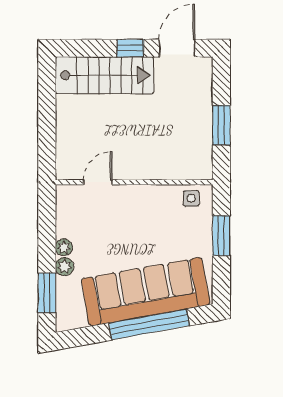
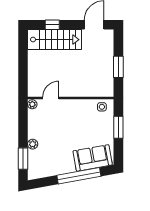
window: (130, 48) -> (52, 25), moved
plant: (64, 247) -> (32, 104), moved
sofa: (146, 292) -> (93, 158), width x0.54, depth x0.79

